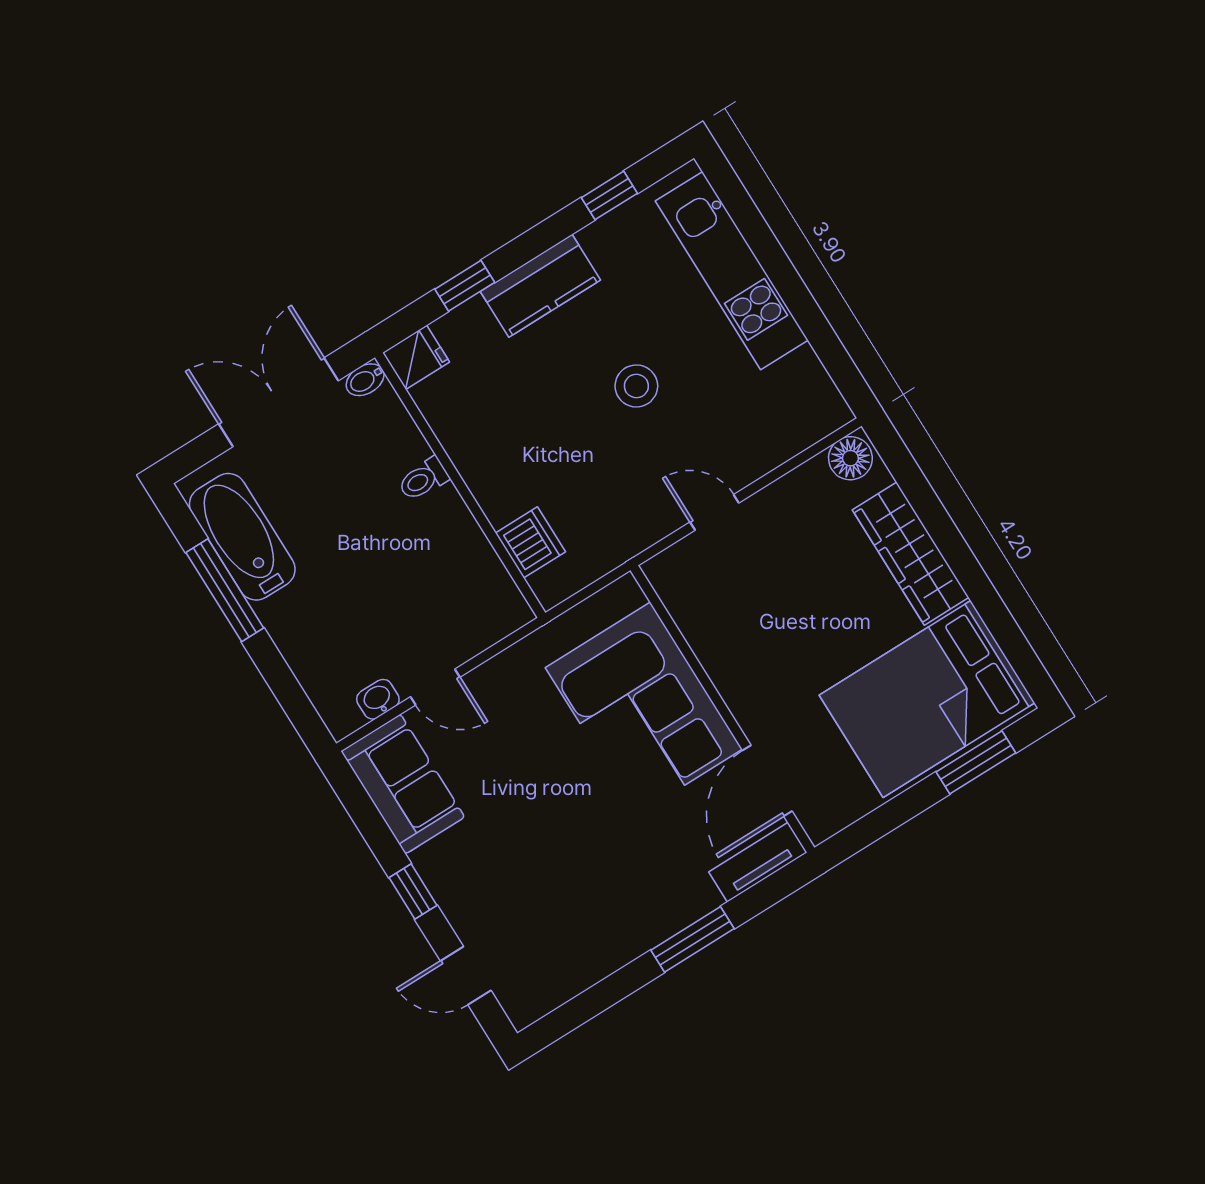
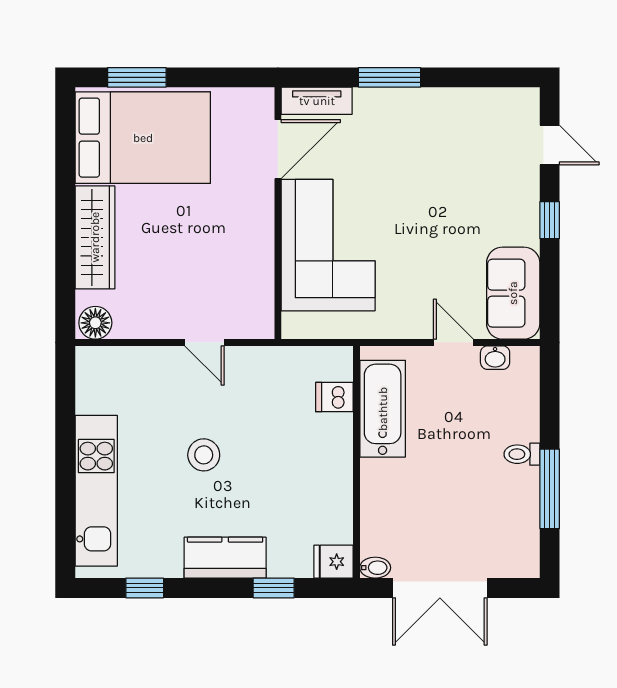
toilet: (423, 479) -> (522, 454), moved, turned 180
bathtub: (242, 537) -> (383, 409), moved, turned 180
dishwasher: (530, 542) -> (334, 397), width x0.73

